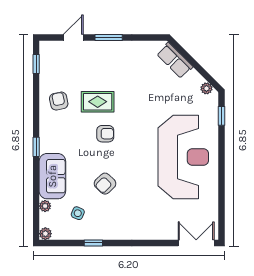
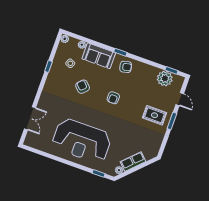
row of seats: (175, 60) -> (133, 162), moved
plant: (51, 69) -> (165, 78), added
armchair: (59, 101) -> (126, 67), moved
rug: (98, 102) -> (155, 115), moved, turned 90
double door: (196, 243) -> (30, 118), moved

